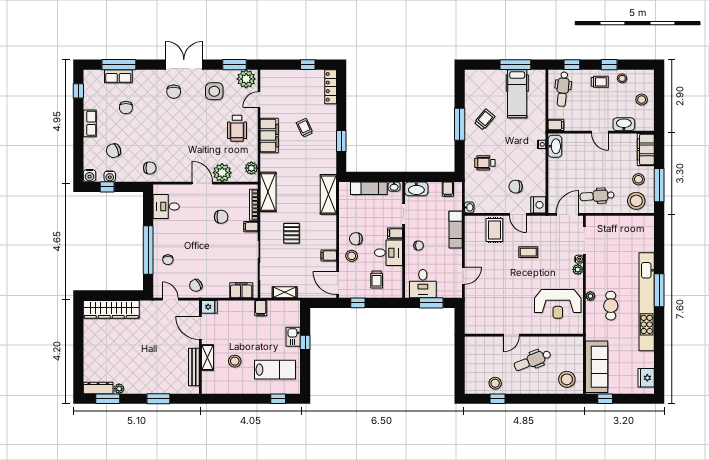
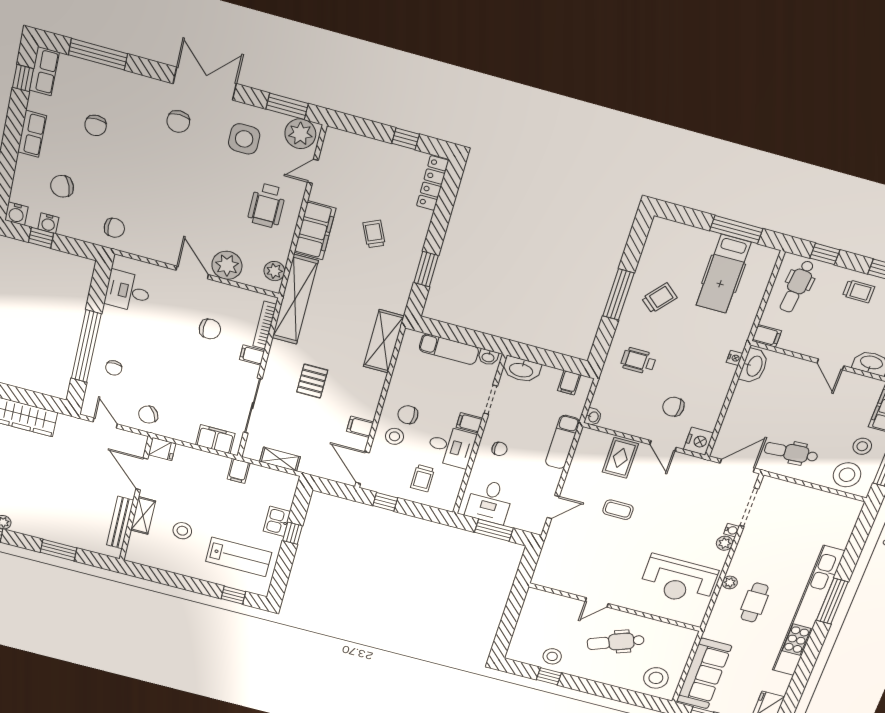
row of seats: (118, 76) -> (44, 71), moved, turned -90
shelving: (268, 192) -> (295, 299), width x1.47
coffee table: (528, 252) -> (618, 510), moved

